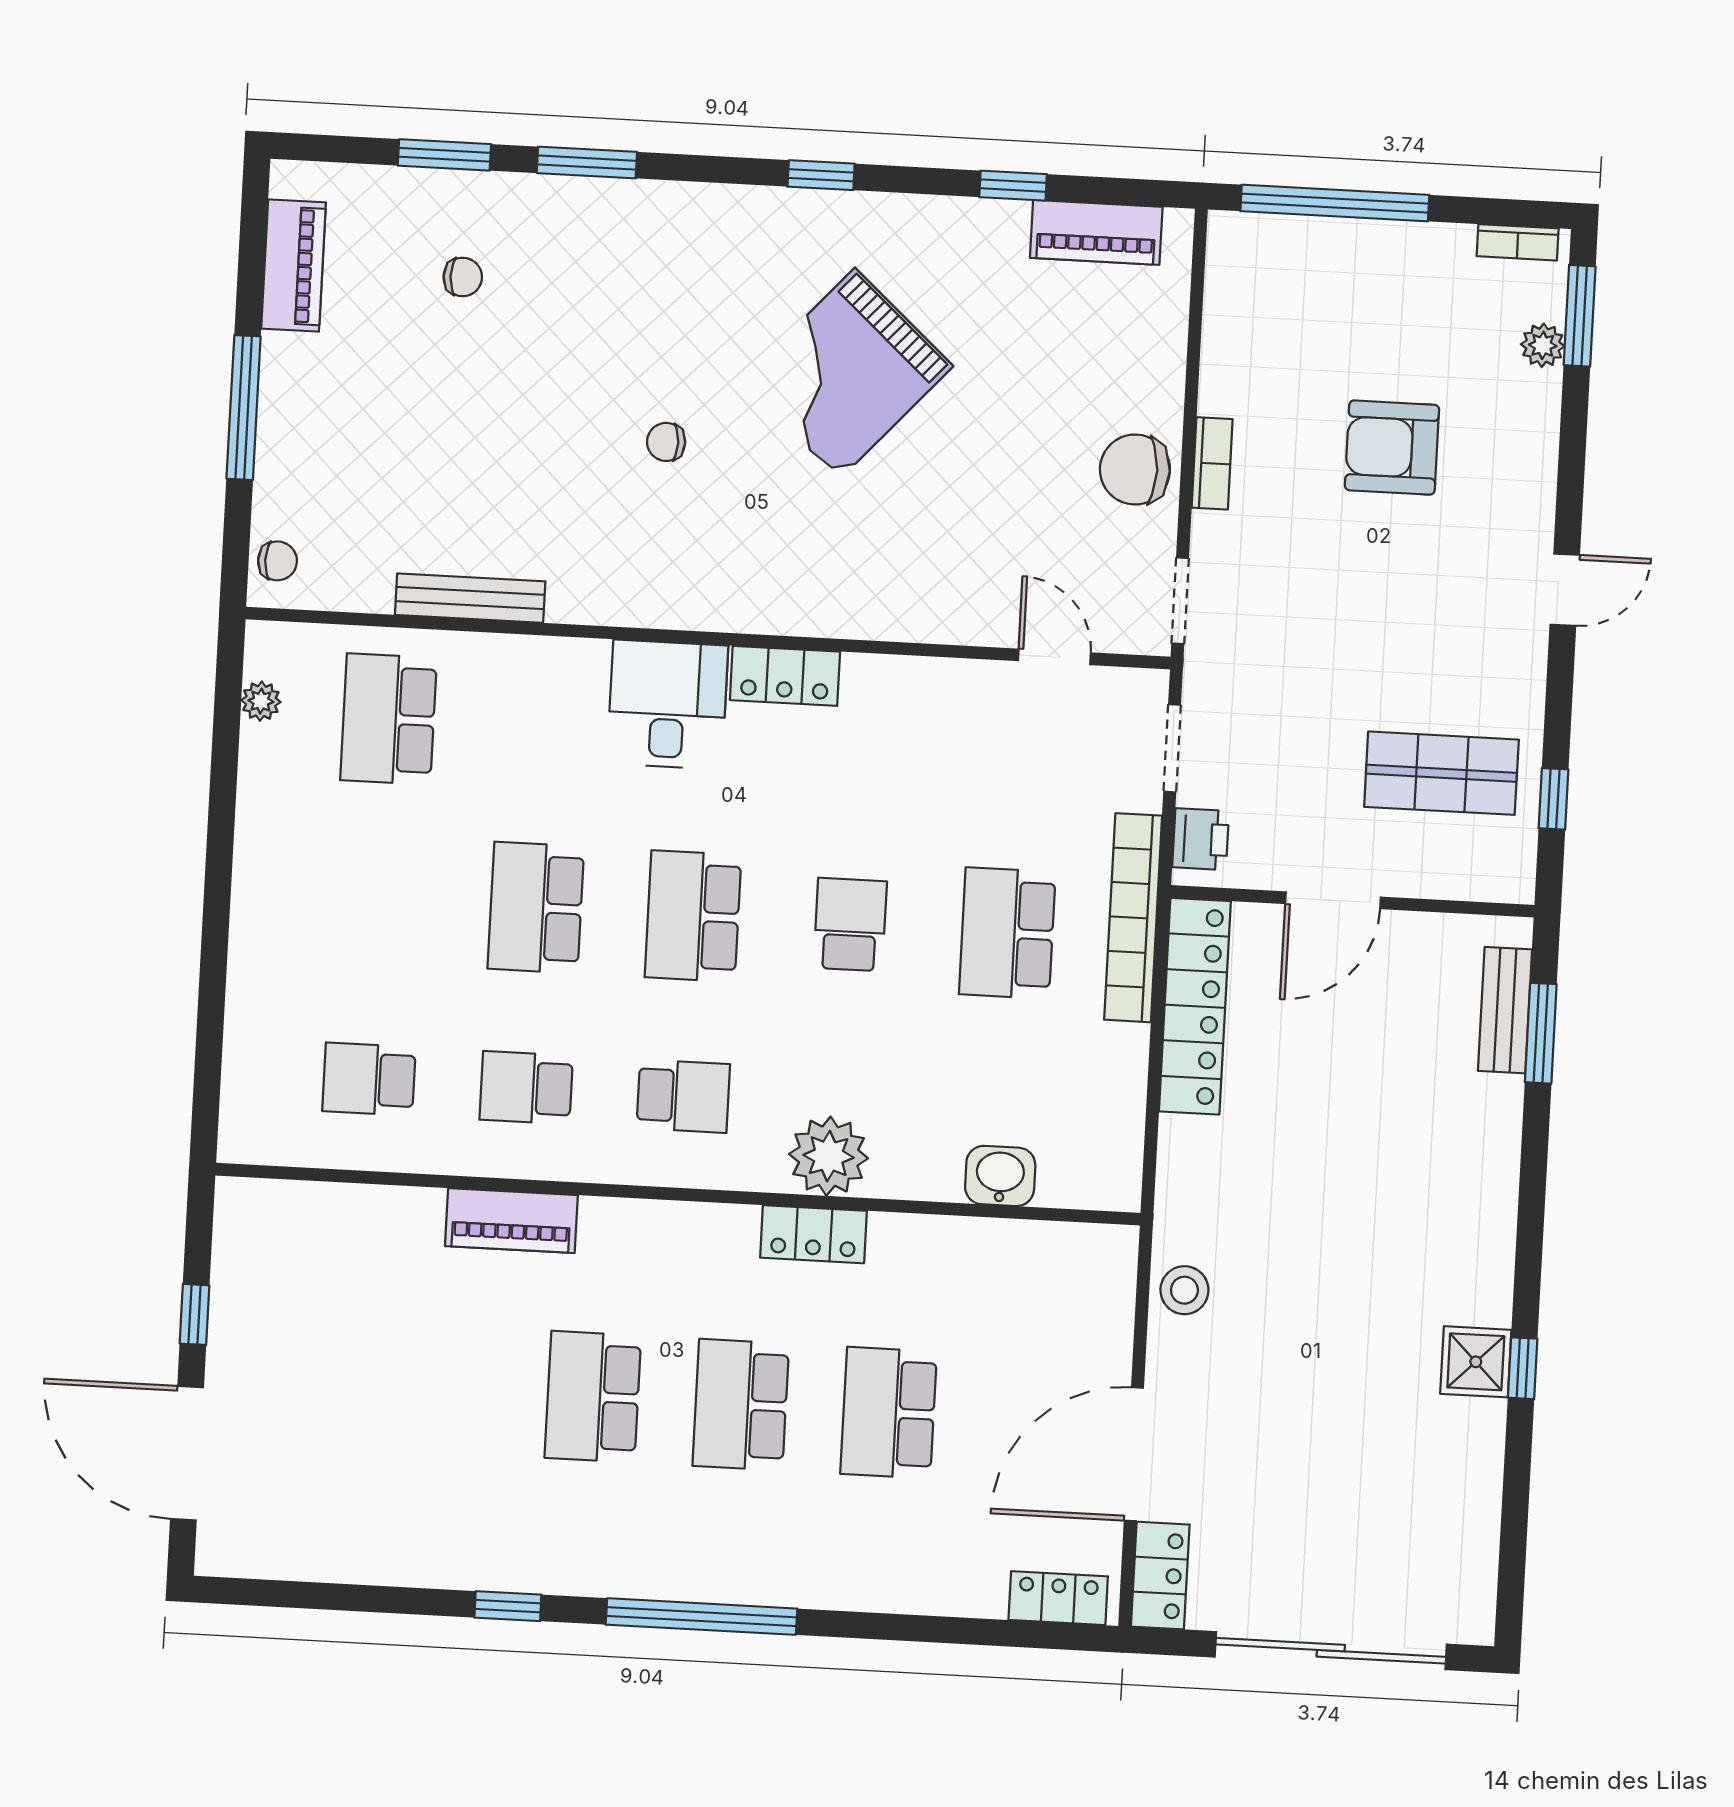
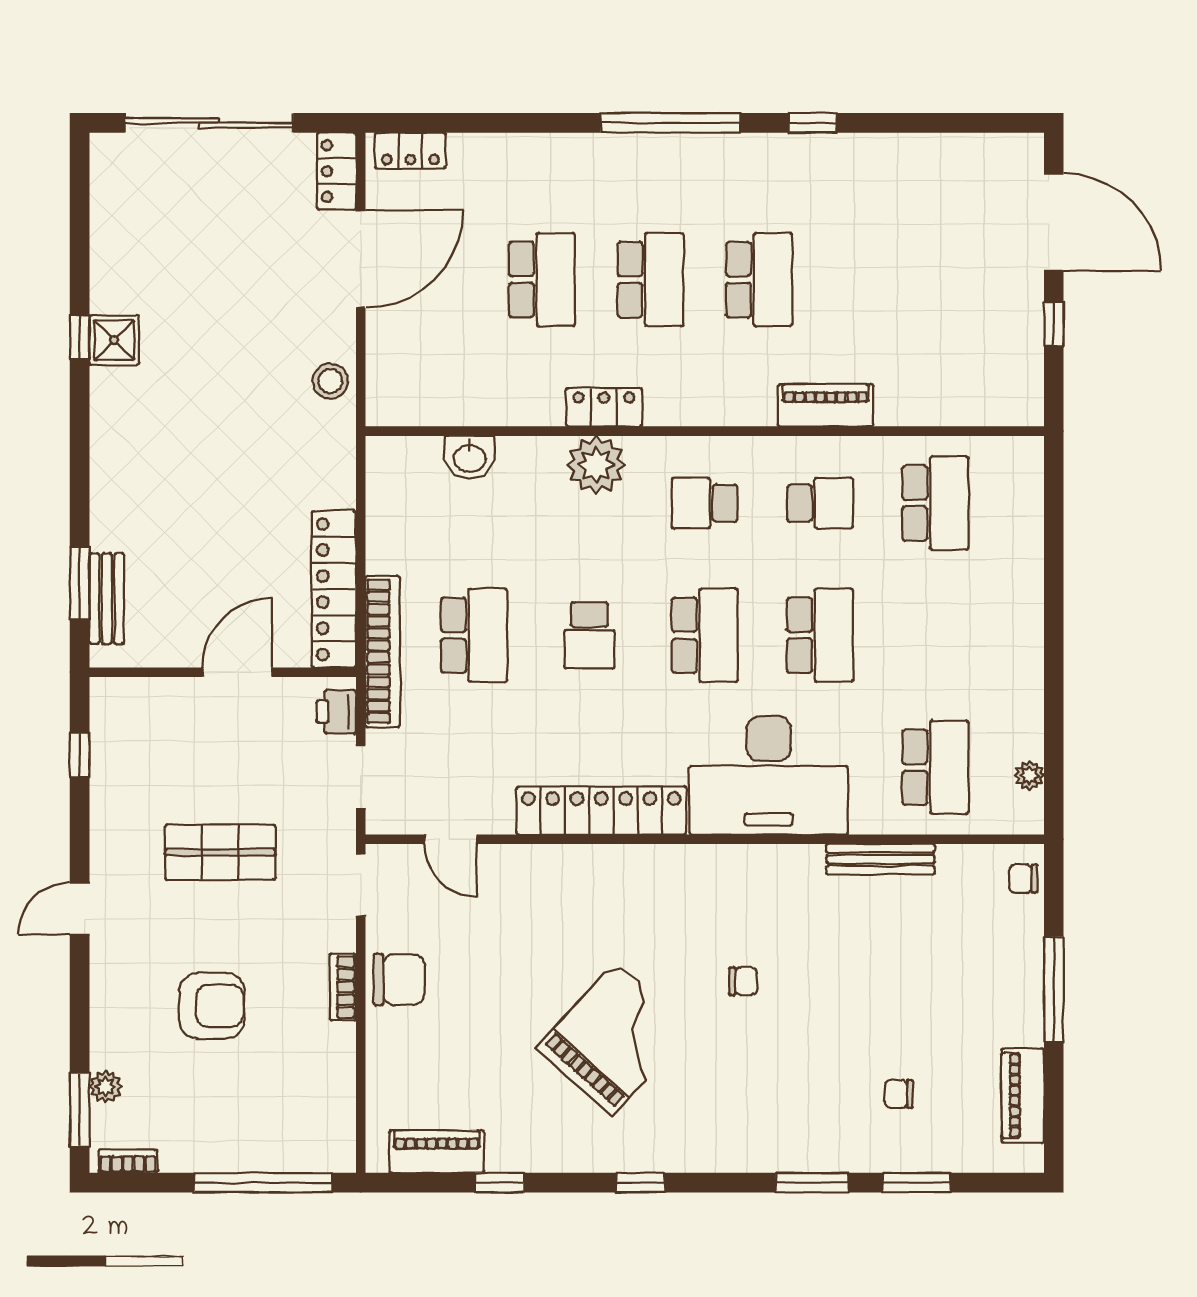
locker: (785, 676) -> (601, 811), width x2.16, depth x1.21
desk: (668, 705) -> (769, 775), width x1.87, depth x1.30
shop shelf: (1441, 773) -> (220, 852), moved
school desk: (369, 1079) -> (935, 503), width x1.85

